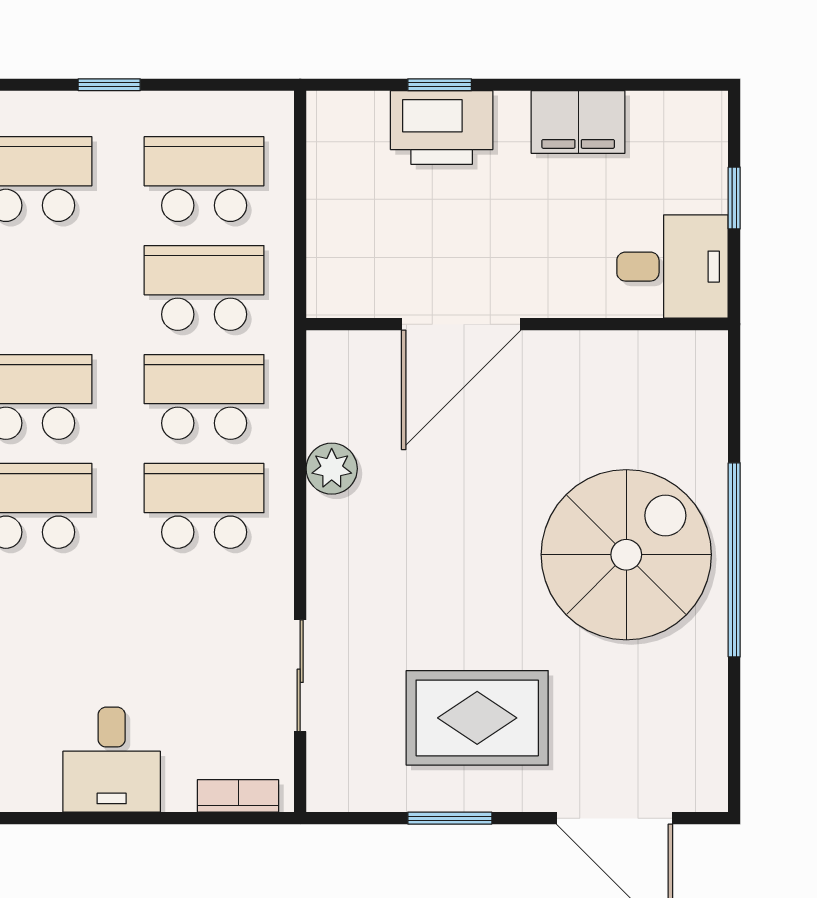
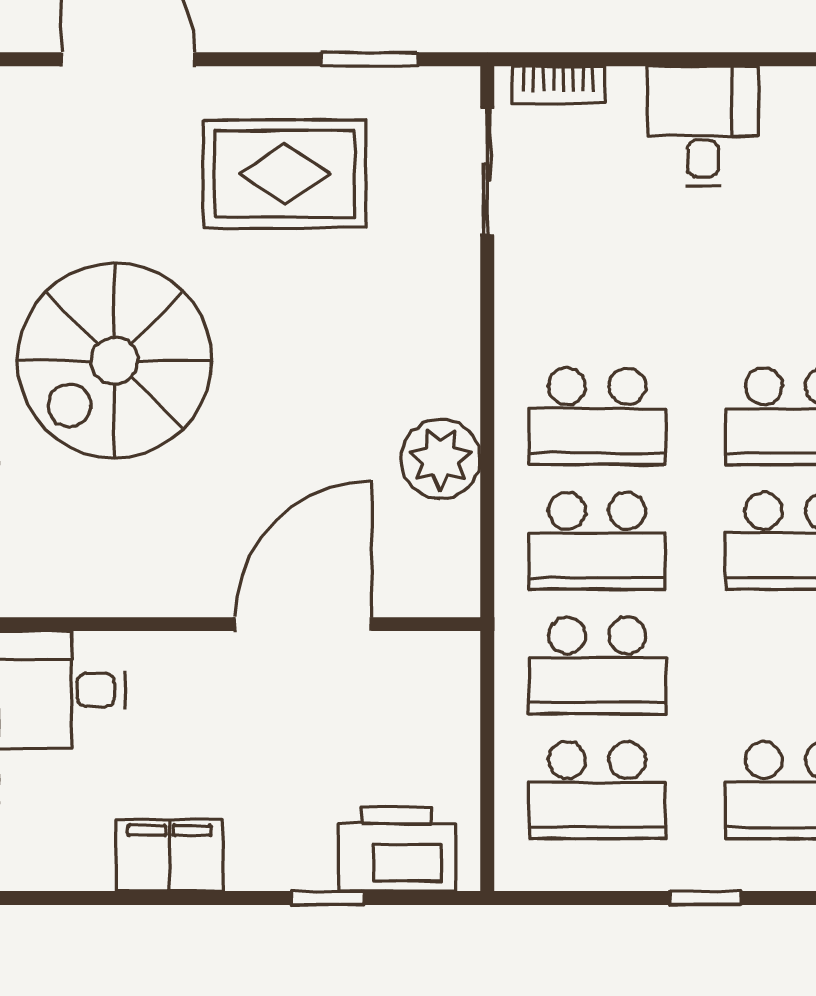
printer: (442, 128) -> (397, 849), moved
plant: (332, 469) -> (441, 459), width x1.36, depth x1.36
sliding door: (300, 676) -> (487, 172), moved
window: (450, 818) -> (370, 59), moved

